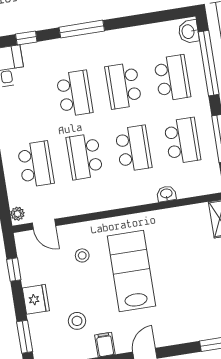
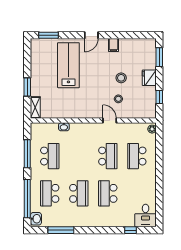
window: (82, 29) -> (61, 230), moved
school desk: (182, 141) -> (50, 156), turned 180
school desk: (133, 149) -> (79, 156), removed
door: (44, 224) -> (110, 120), moved
lab bench: (131, 271) -> (68, 65), moved, turned 180
stool: (77, 321) -> (121, 78), moved

